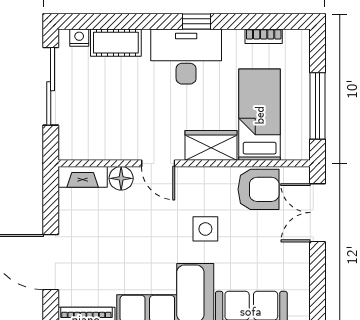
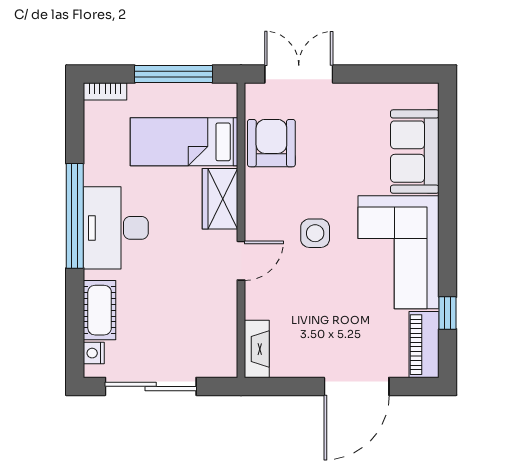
window: (196, 21) -> (75, 216), width x3.17
bookcase: (264, 36) -> (105, 91), moved, turned 90
floor lamp: (121, 178) -> (258, 304), removed
double door: (317, 213) -> (299, 74), swing flipped
side table: (205, 229) -> (315, 233), moved

